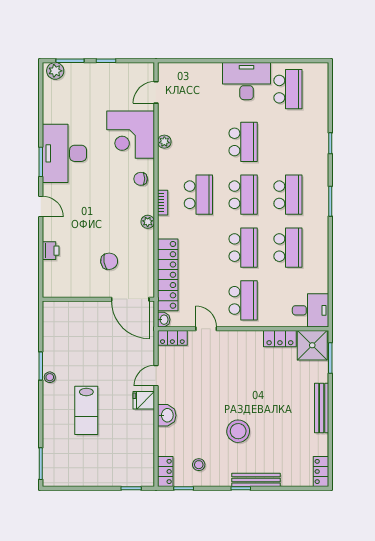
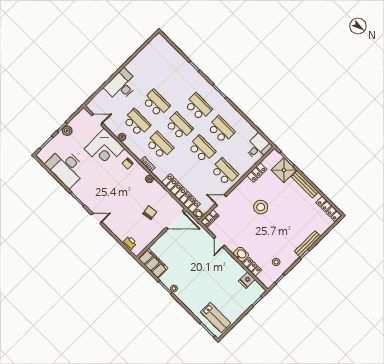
plant: (55, 71) -> (67, 131), moved
desk: (247, 81) -> (121, 85), moved
school desk: (288, 89) -> (137, 123), moved
door: (156, 92) -> (97, 119), swing flipped
desk: (64, 153) -> (66, 167), moved
printer: (51, 251) -> (130, 243), moved
filing cabinet: (54, 324) -> (153, 263), added
shower: (312, 345) -> (284, 170), moved
fridge: (144, 400) -> (247, 280), moved
lab bench: (86, 410) -> (216, 317), moved
stool: (238, 431) -> (261, 207), moved
locker: (165, 471) -> (252, 267), moved
locker: (321, 471) -> (329, 209), width x1.53

